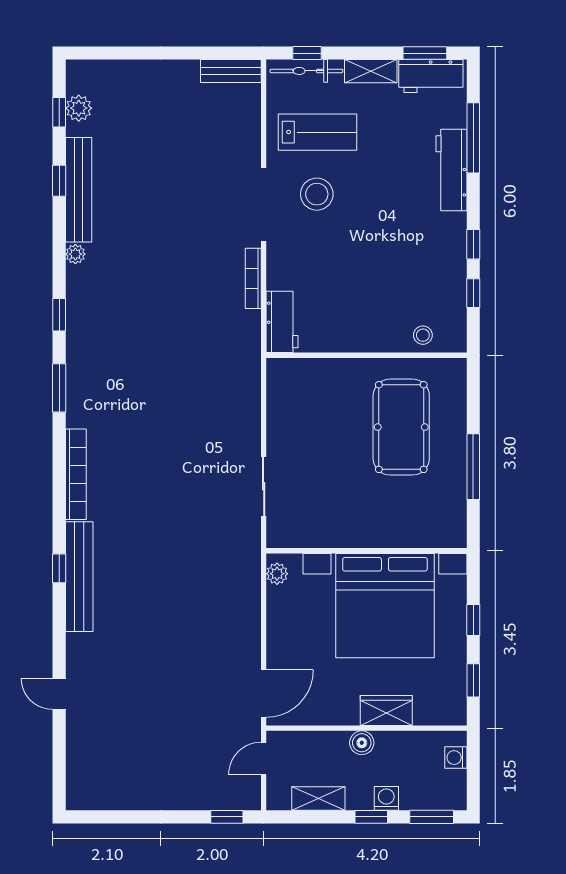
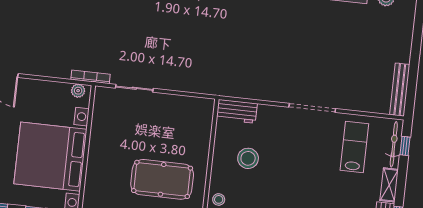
bench: (231, 71) -> (400, 90), width x1.36
lab bench: (318, 132) -> (354, 147), turned 180
stool: (317, 194) -> (248, 158), moved
bookcase: (253, 278) -> (90, 77), moved

